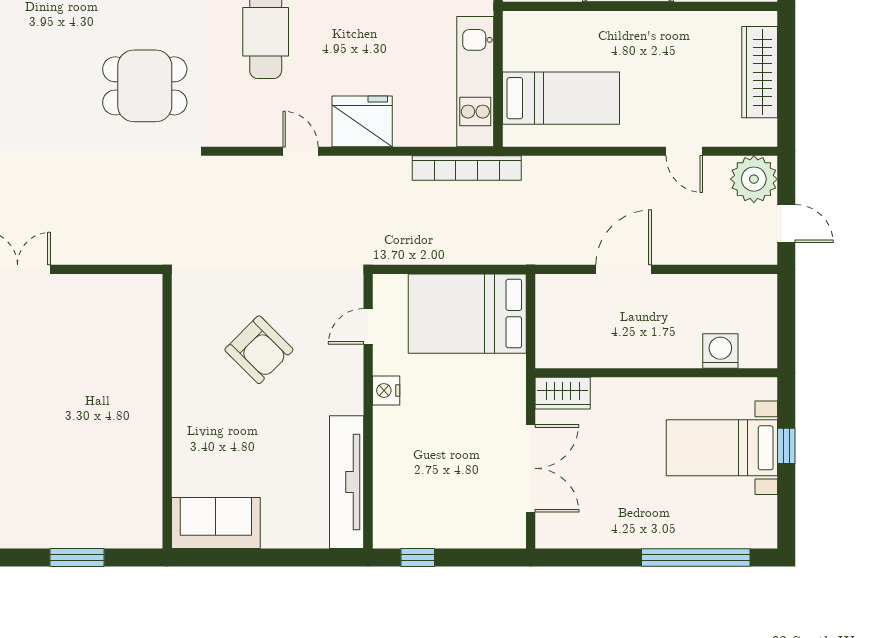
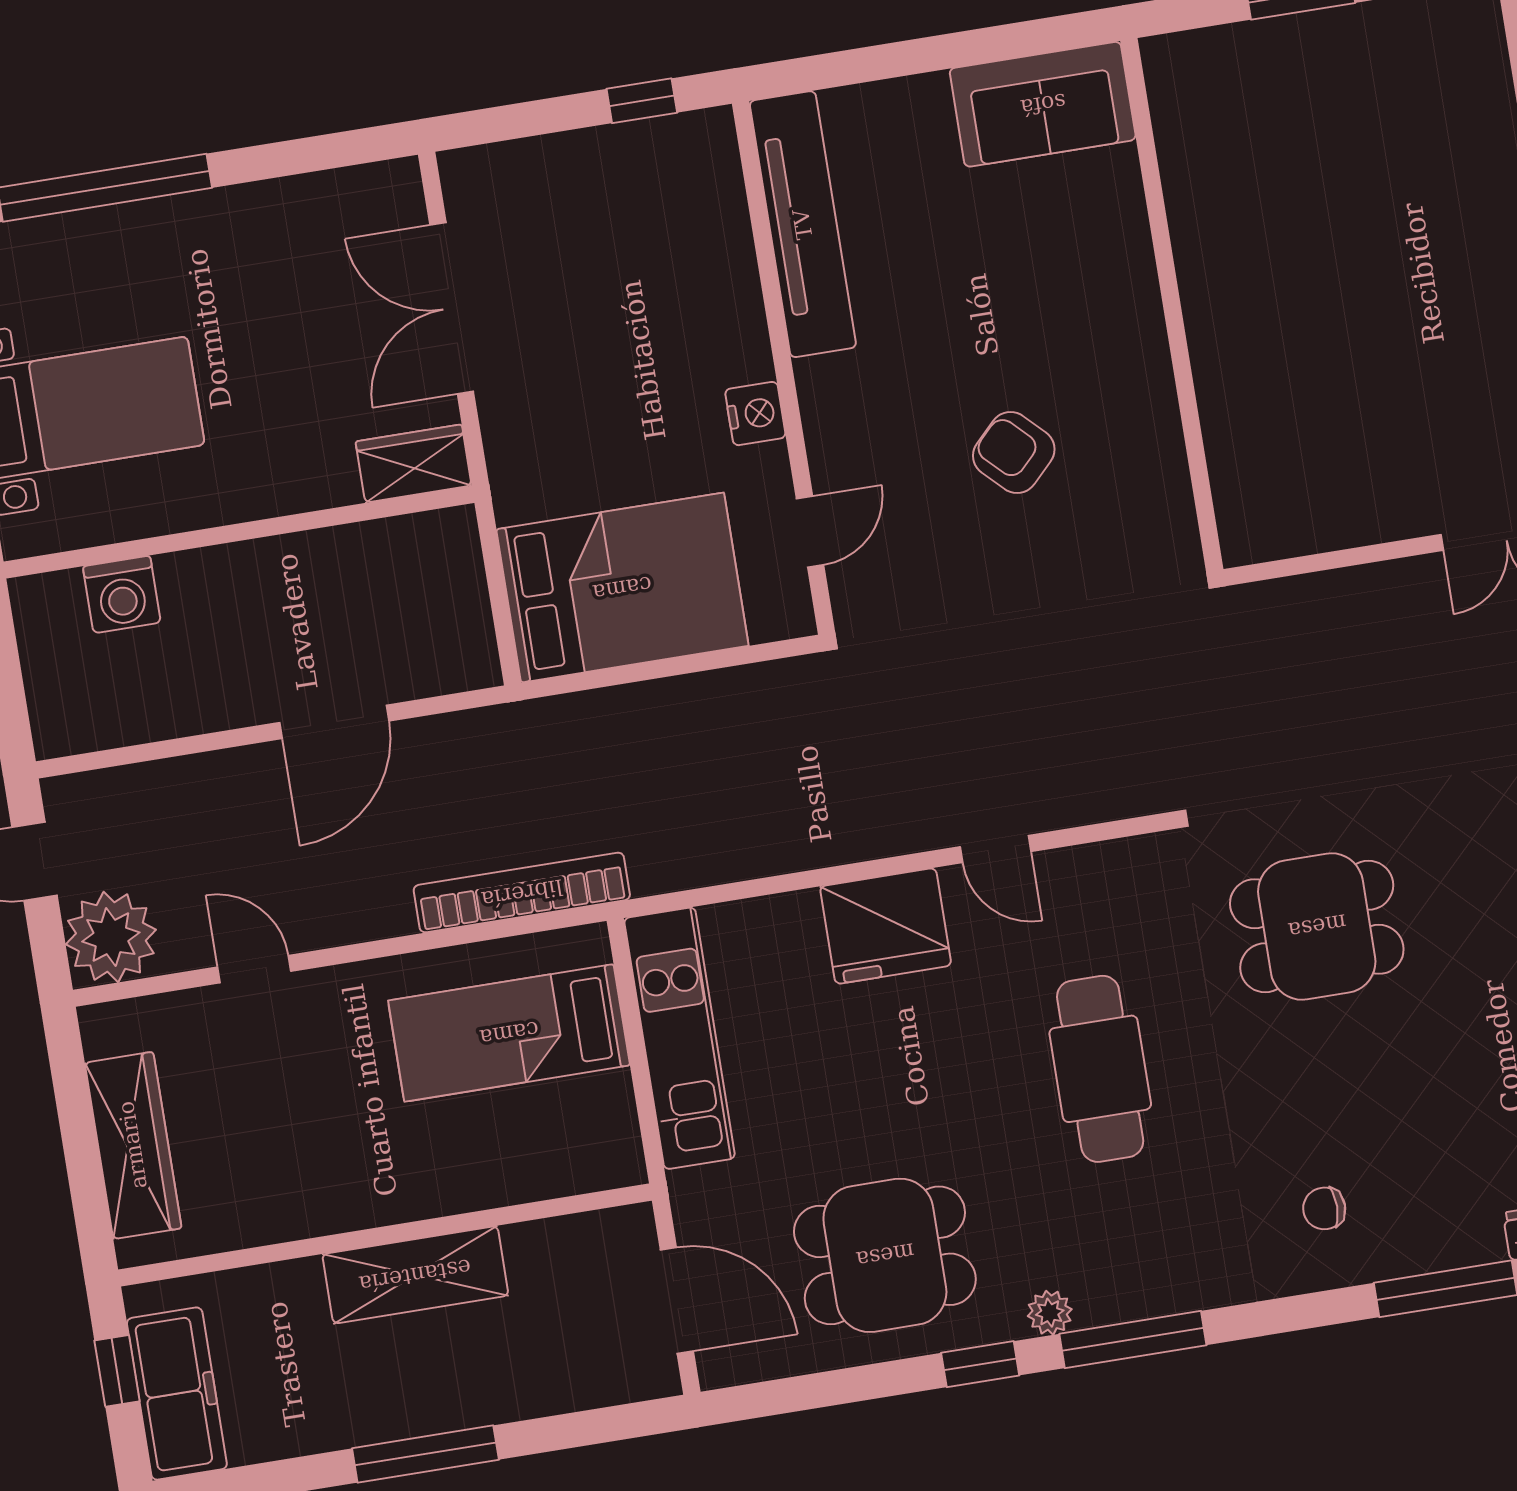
bookcase: (467, 168) -> (522, 893), moved
armchair: (259, 350) -> (1014, 452), width x0.72, depth x0.72

